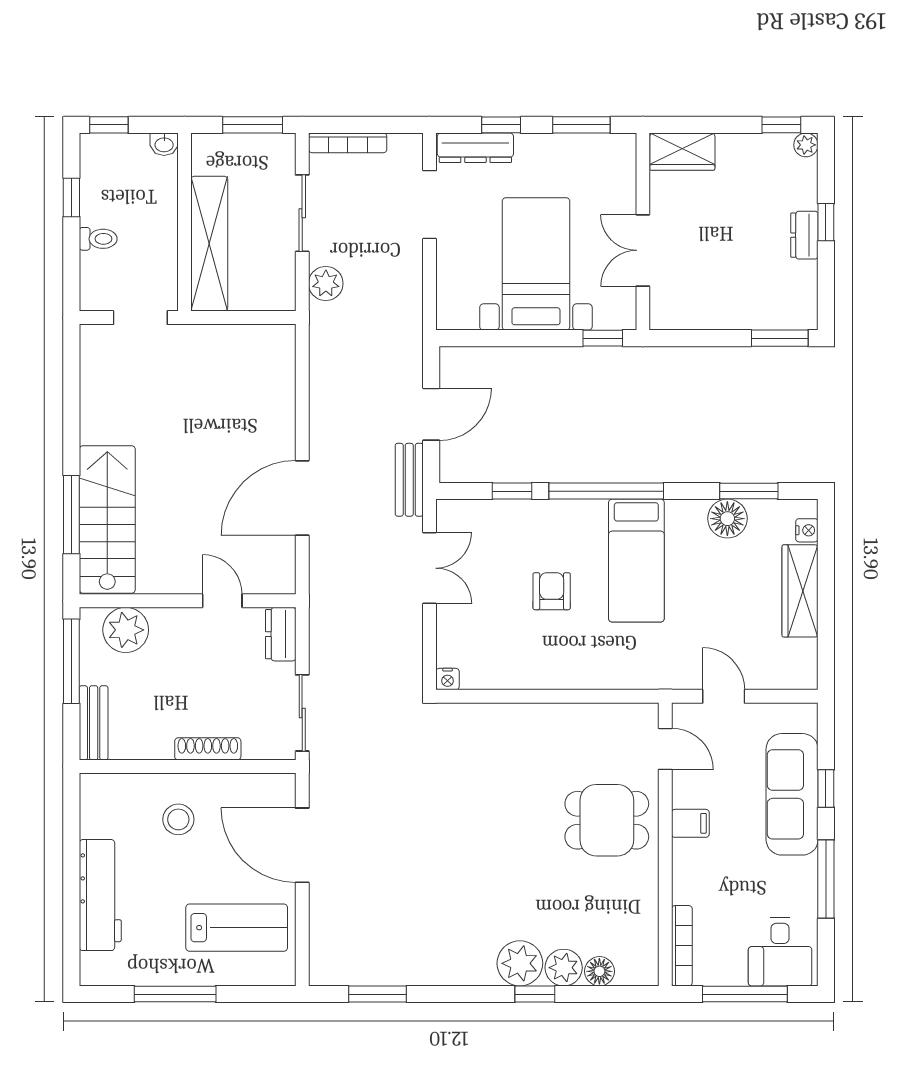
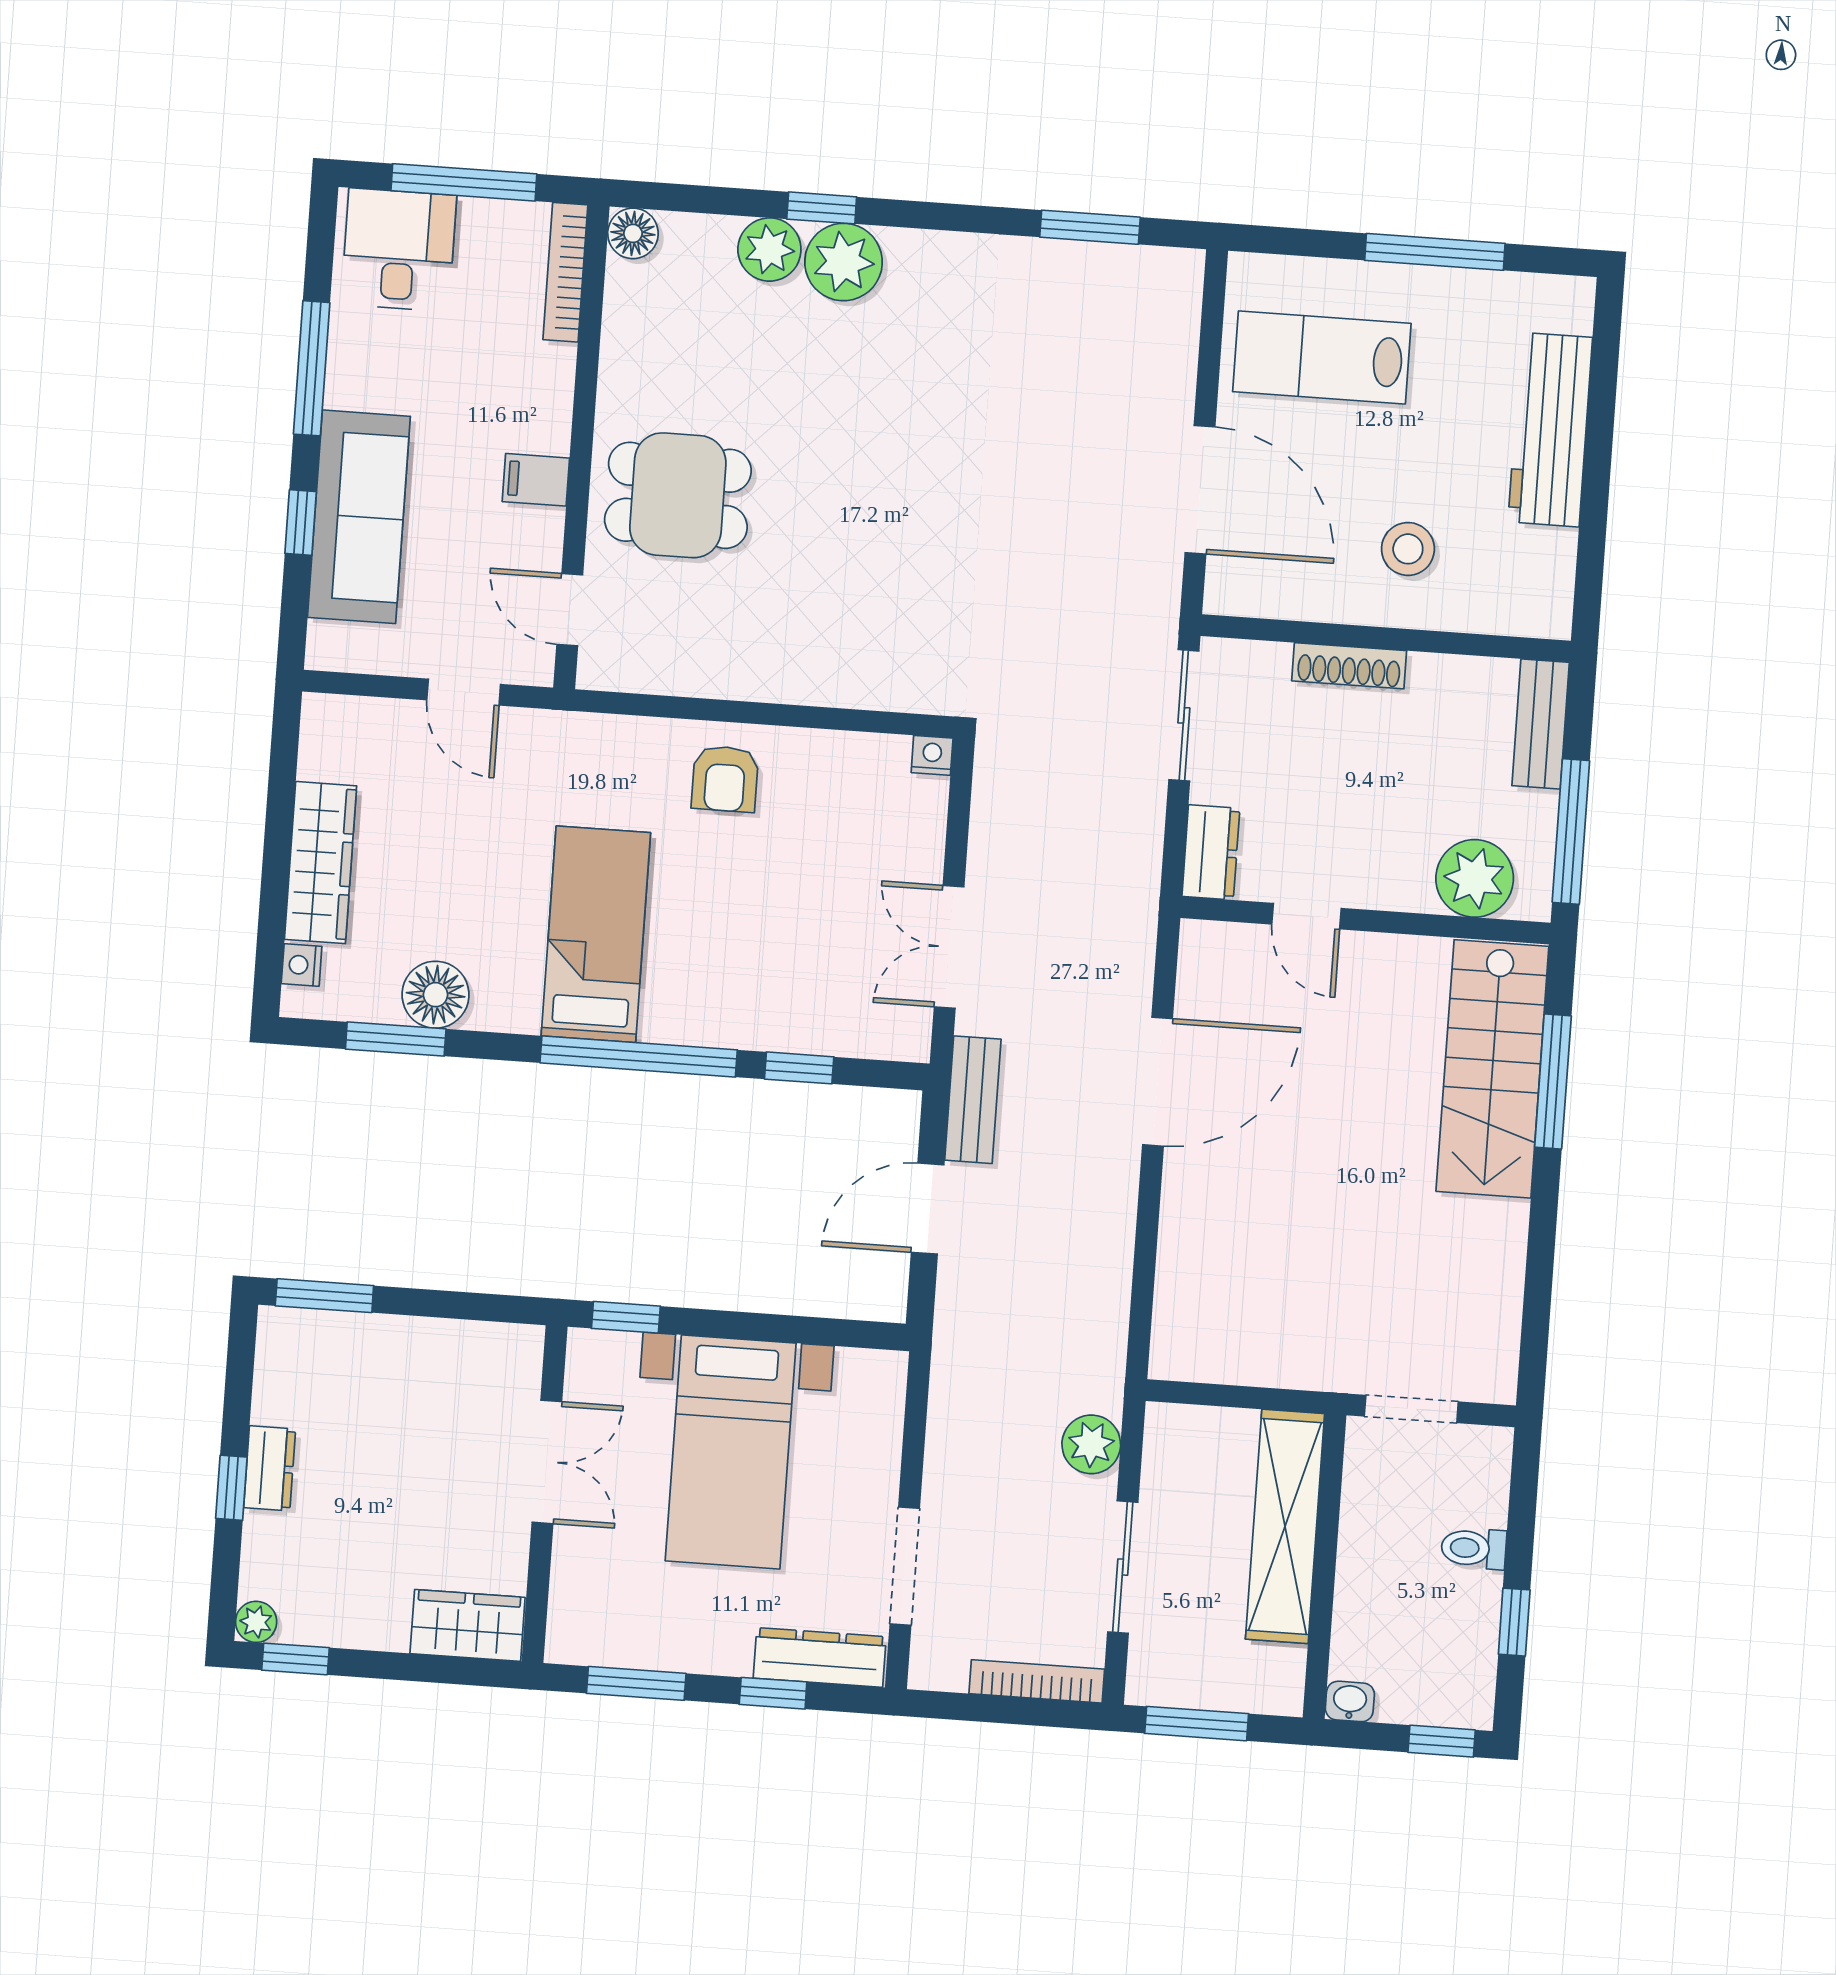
armchair: (552, 591) -> (725, 779), moved
floor lamp: (599, 971) -> (633, 233), moved

